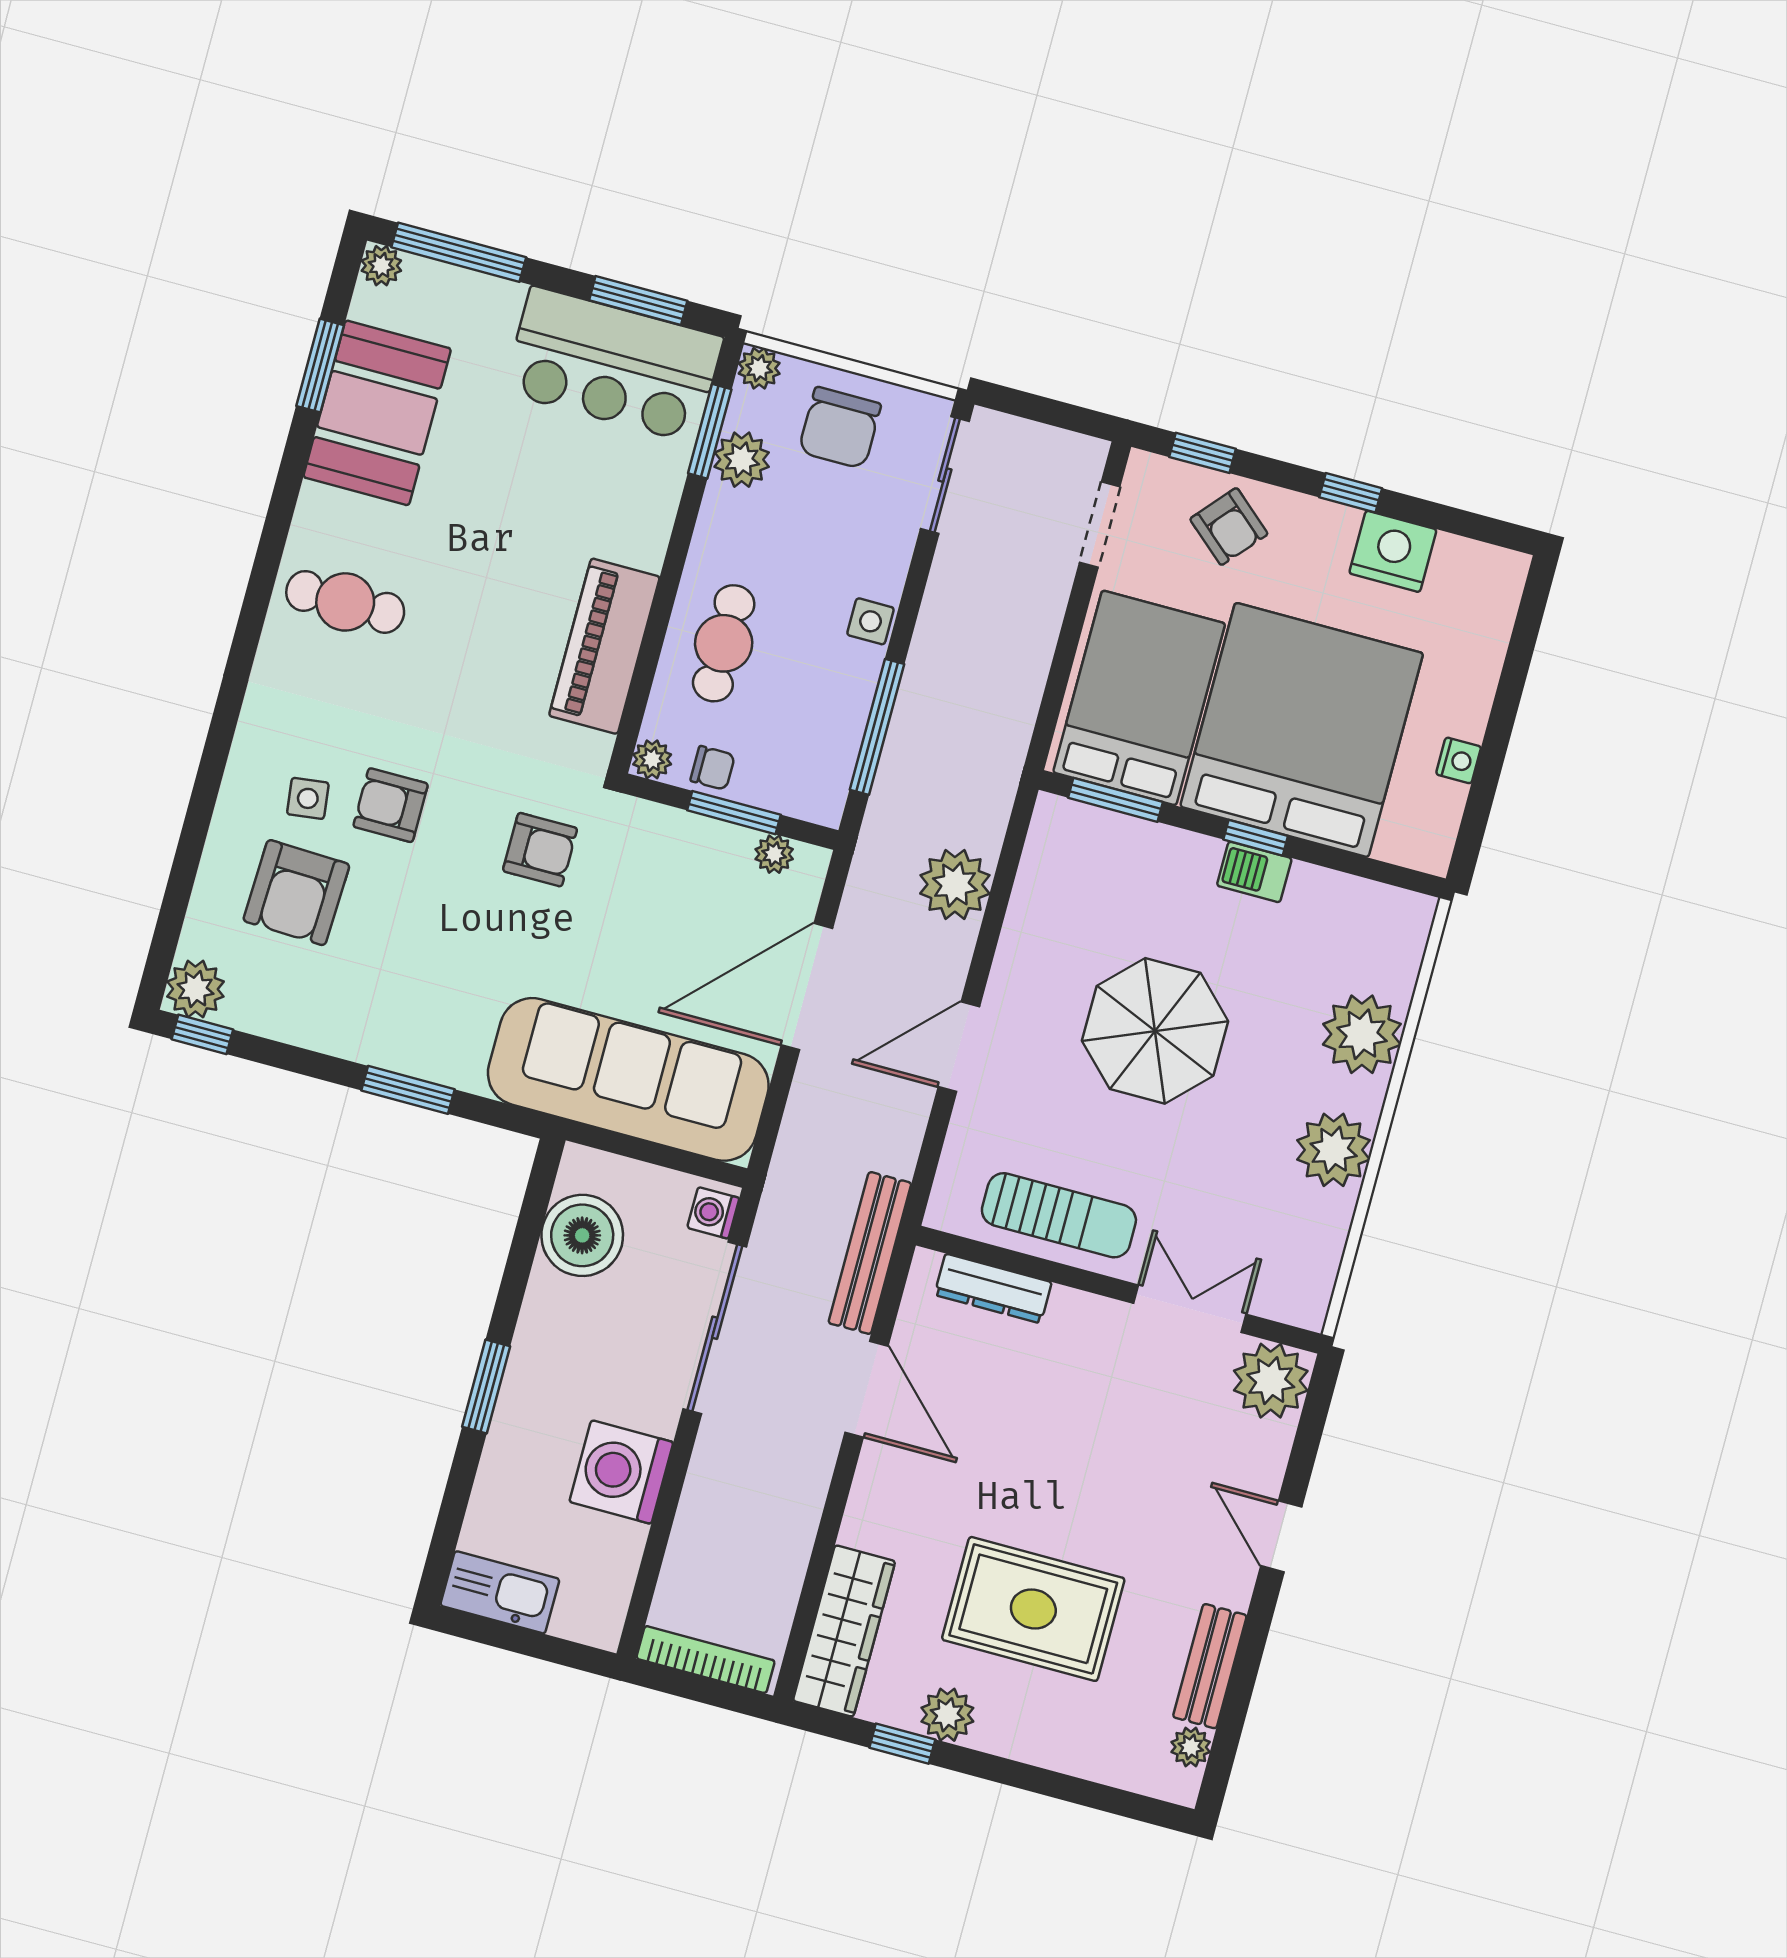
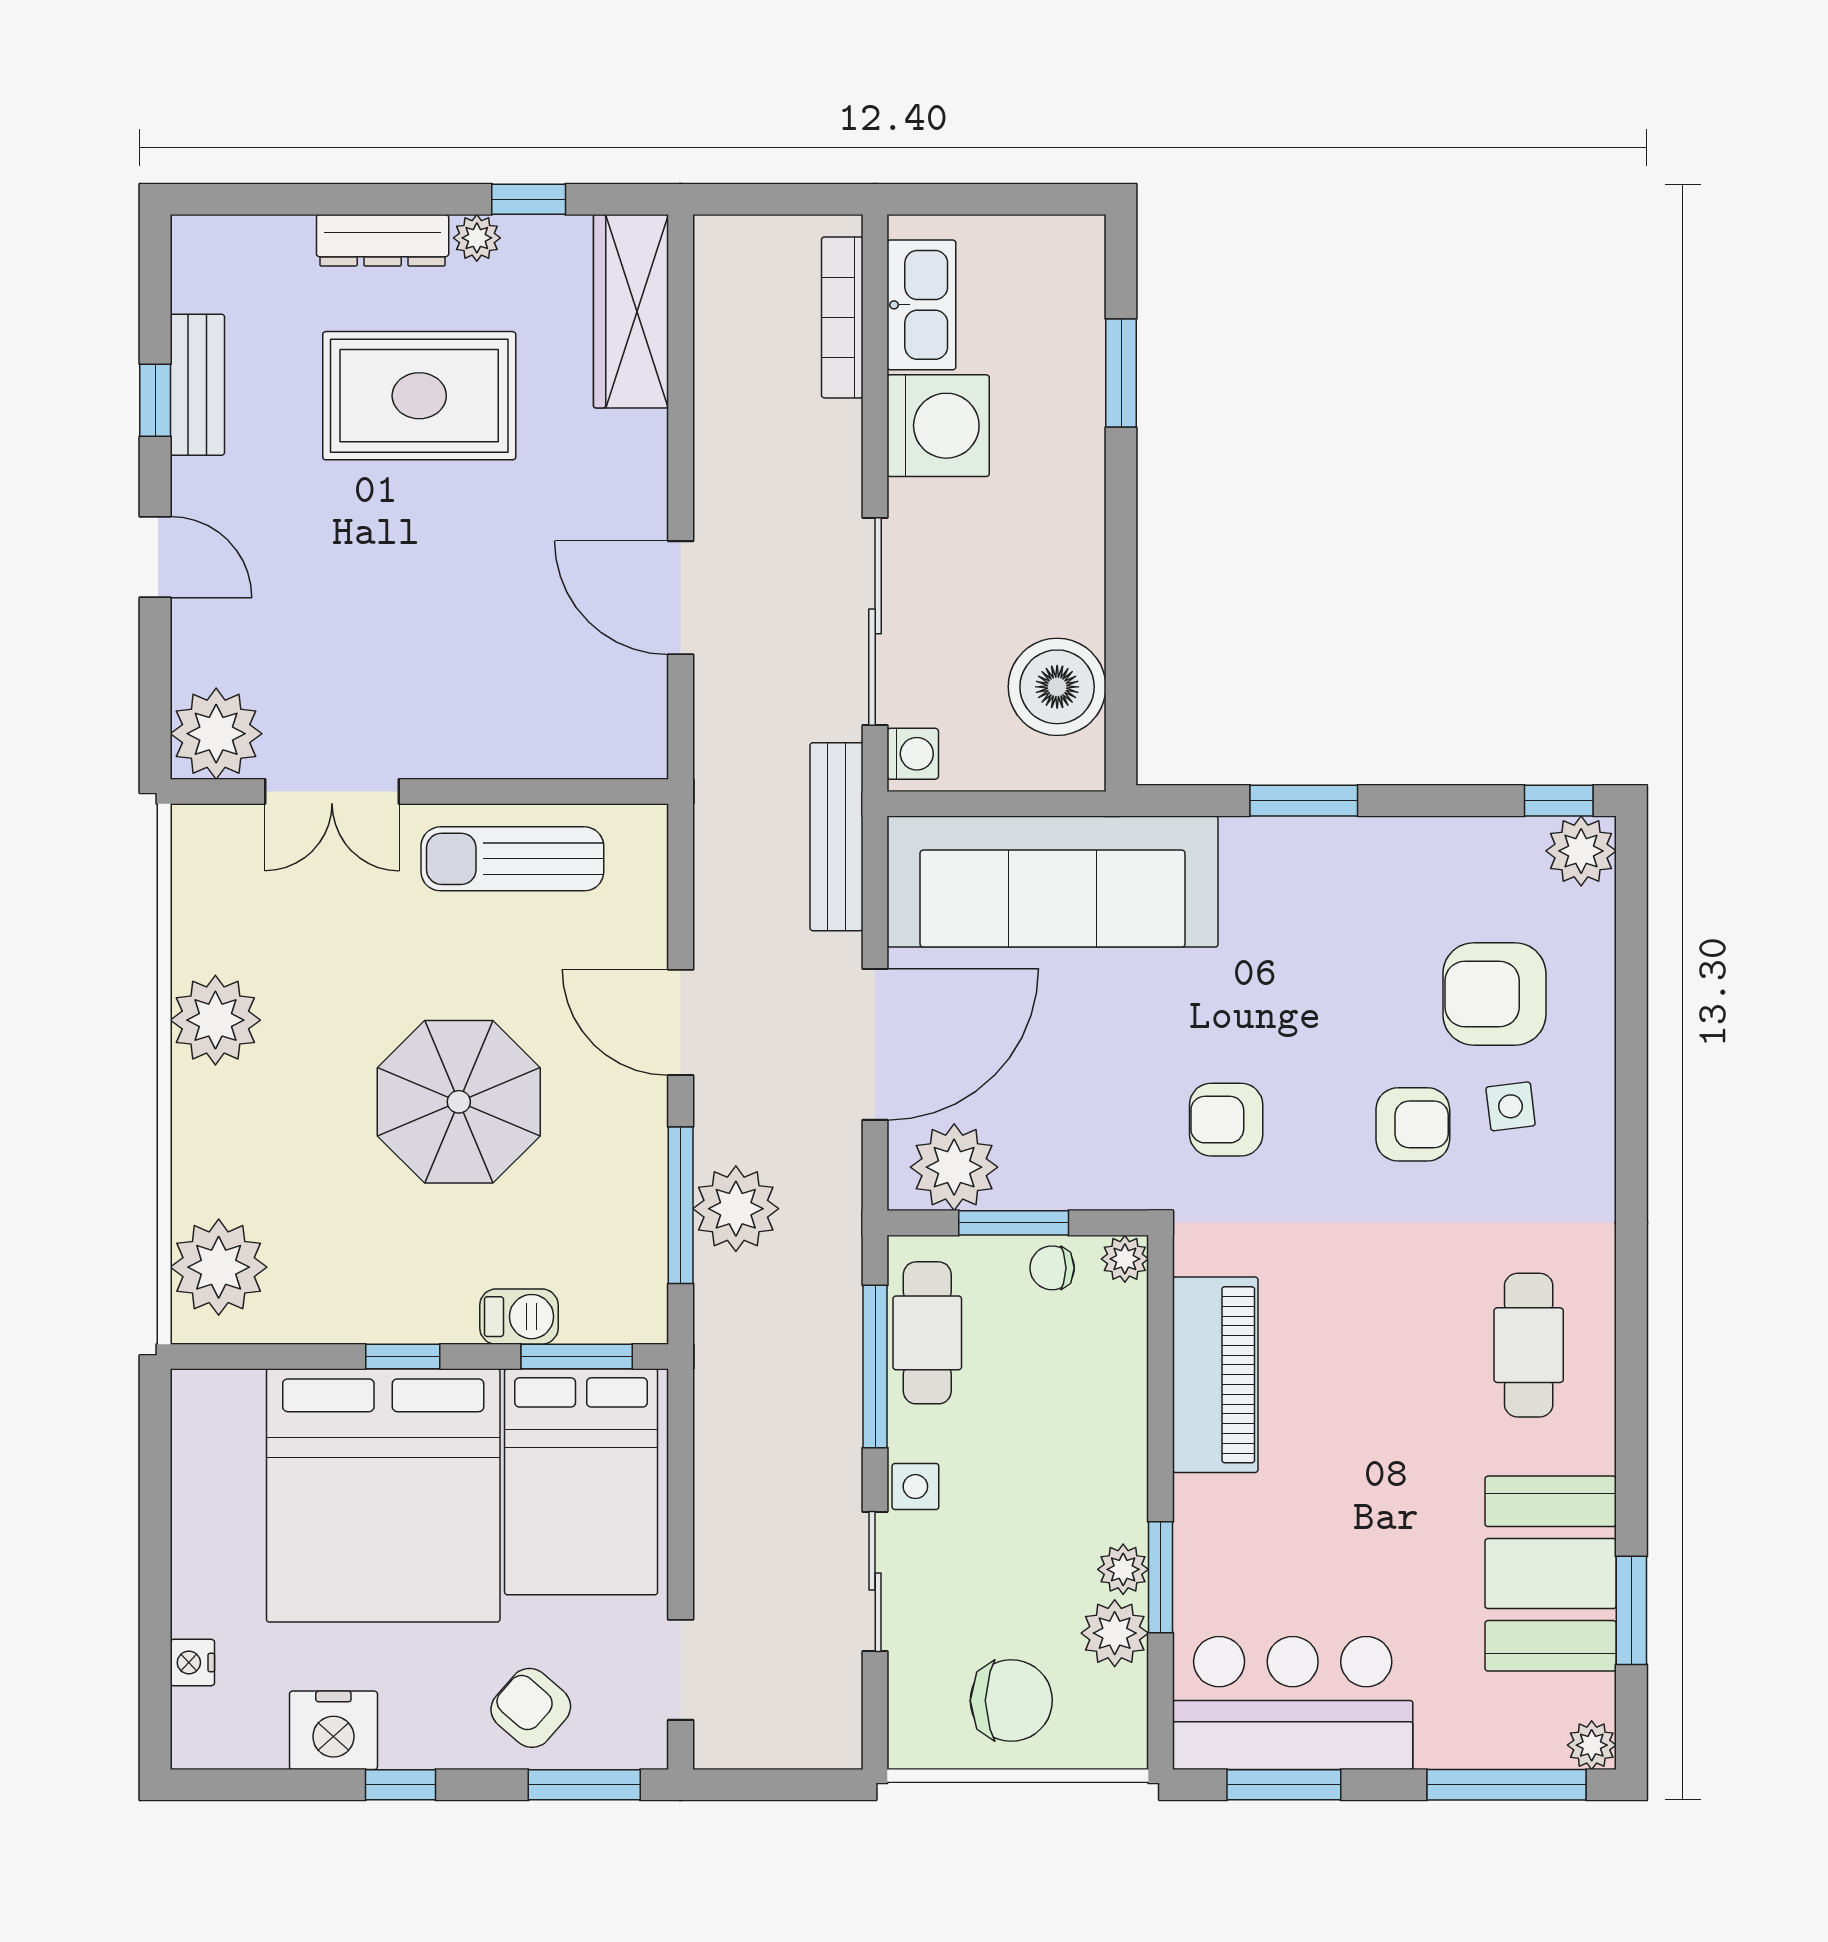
plant: (759, 368) -> (1123, 1569), moved
chair: (840, 428) -> (1011, 1701), turned 90
window: (710, 431) -> (1161, 1577), moved
window: (1203, 453) -> (584, 1785), width x1.50
sliding door: (945, 475) -> (875, 1581), moved
cafe table: (345, 602) -> (1529, 1345), turned 90
cafe table: (724, 643) -> (927, 1333), moved
nightstand: (1459, 760) -> (192, 1663), moved
plant: (774, 854) -> (954, 1167), width x1.87, depth x1.87
barbecue: (1254, 872) -> (519, 1317), moved
armchair: (296, 893) -> (1494, 994), turned -92
window: (999, 899) -> (681, 1205), added
plant: (1362, 1034) -> (219, 1267), moved
door: (959, 1047) -> (681, 1022), swing flipped
bench: (870, 1253) -> (837, 837), moved
dresser: (993, 1289) -> (383, 240), moved, turned 180
window: (486, 1386) -> (1121, 373), moved
kitchen sink: (500, 1592) -> (921, 305), moved, turned -90
bookcase: (706, 1660) -> (842, 317), moved, turned 90
window: (1247, 1663) -> (155, 400), added
plant: (947, 1715) -> (477, 238), width x0.73, depth x0.73
plant: (1191, 1747) -> (194, 285), removed

